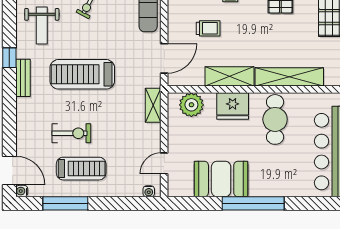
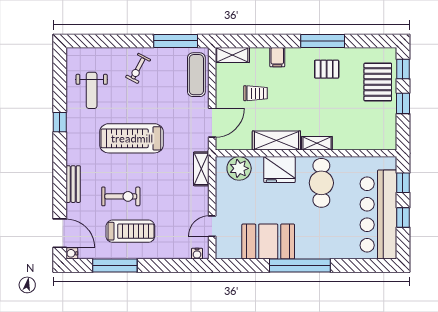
shelving: (289, 77) -> (317, 143), width x0.45, depth x0.75
bench: (23, 78) -> (73, 184), moved

